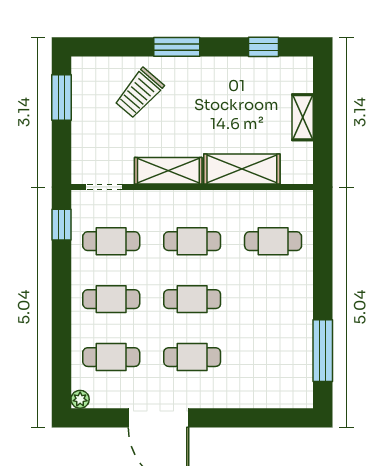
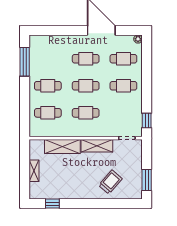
window: (177, 47) -> (93, 204), removed
cafe table: (111, 241) -> (48, 86), moved

